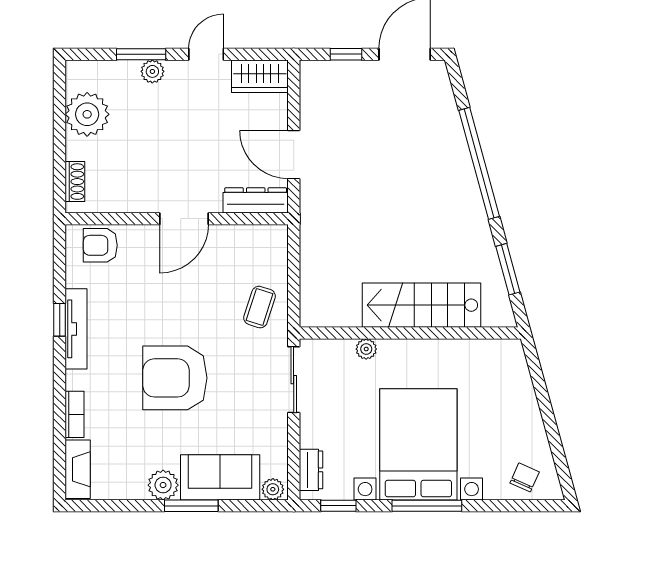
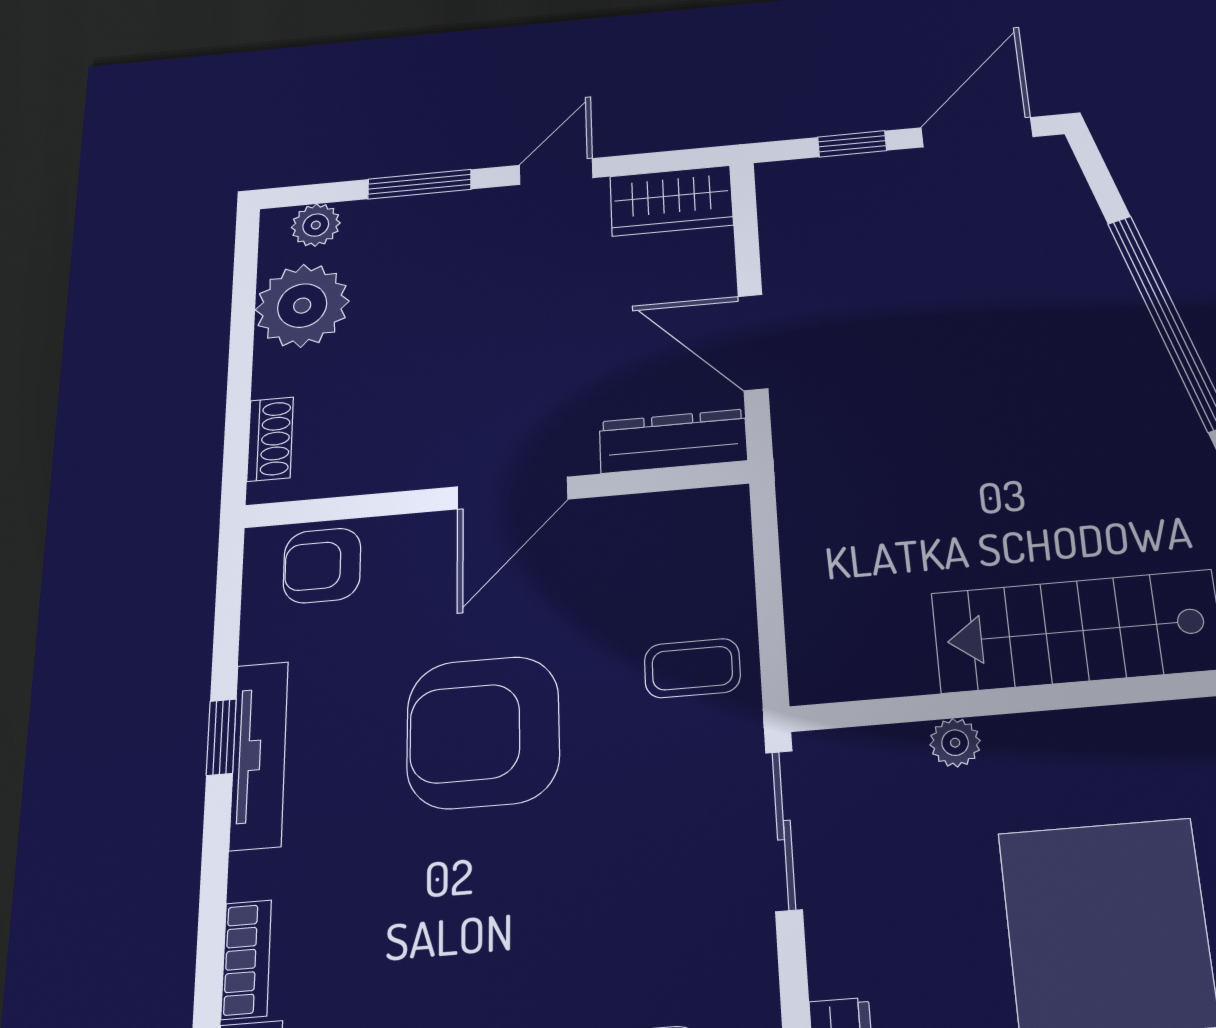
plant: (152, 71) -> (316, 225), moved
coffee table: (260, 307) -> (692, 668), turned 72
armchair: (175, 378) -> (483, 732), moved

